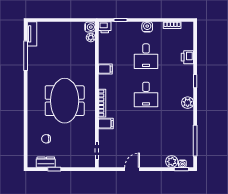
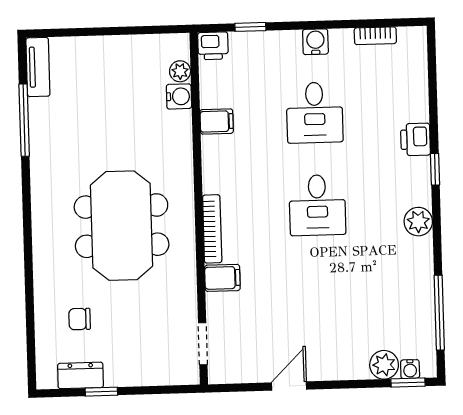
water cooler: (90, 27) -> (179, 96), moved
printer: (187, 57) -> (415, 139), moved
filing cabinet: (105, 69) -> (217, 121), moved

